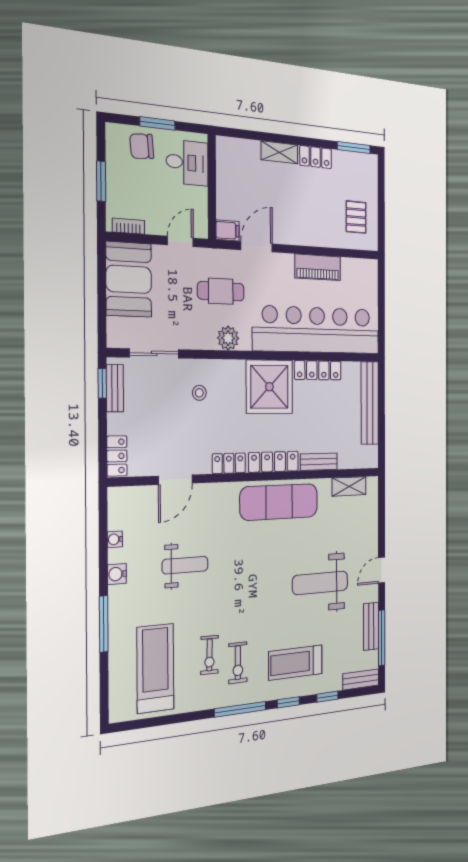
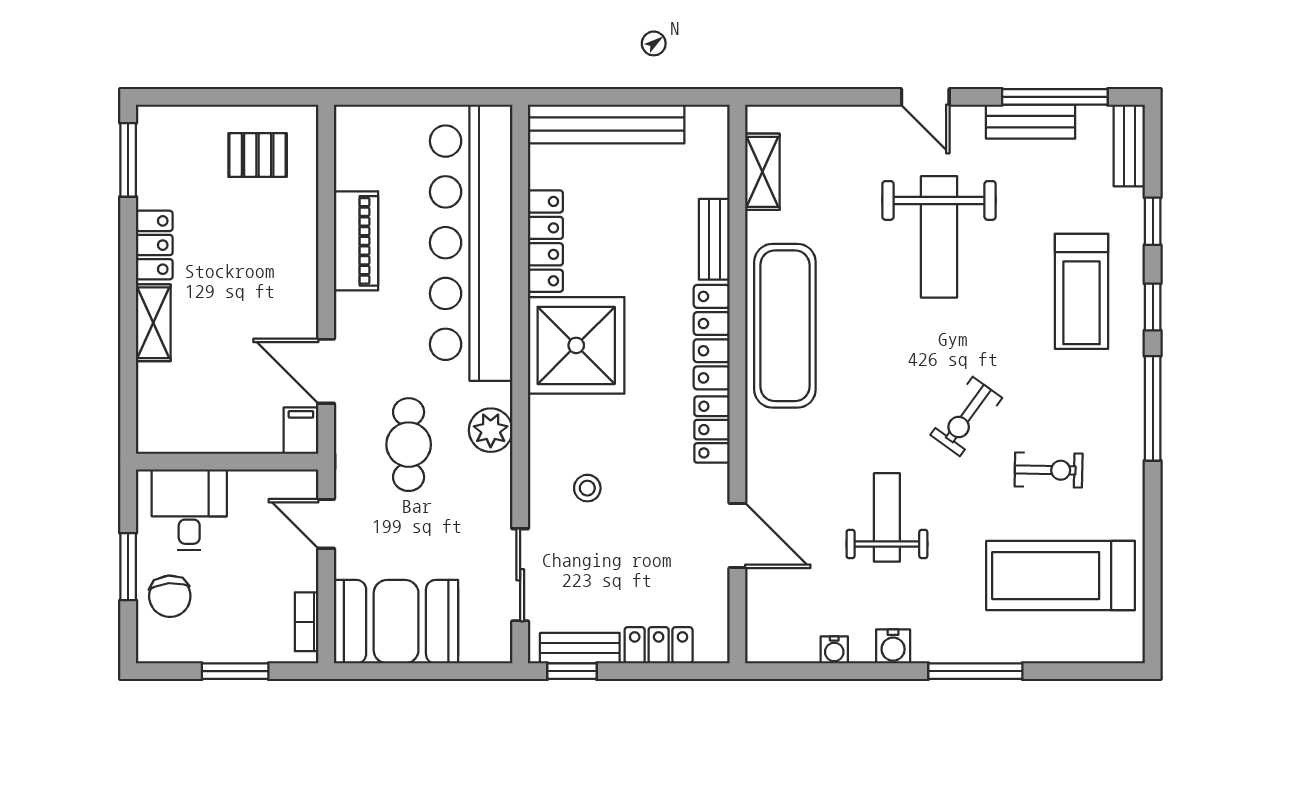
locker: (117, 456) -> (659, 645), moved
exercise bike: (238, 663) -> (966, 416), moved, turned 126

